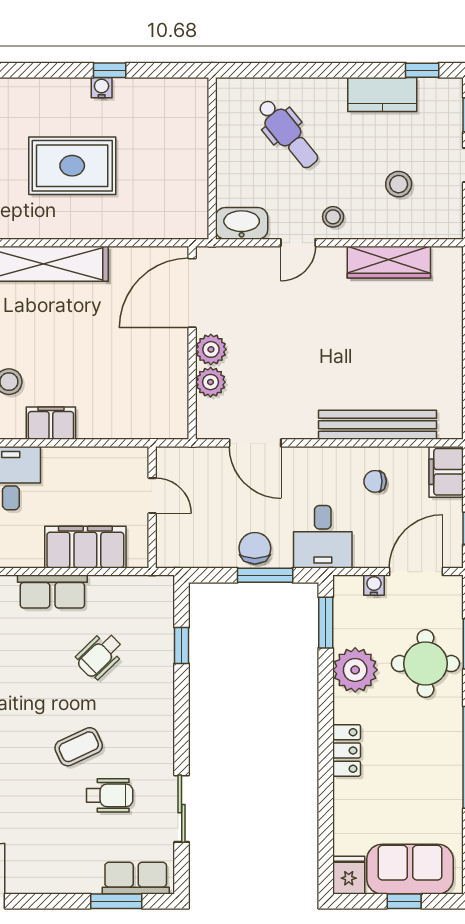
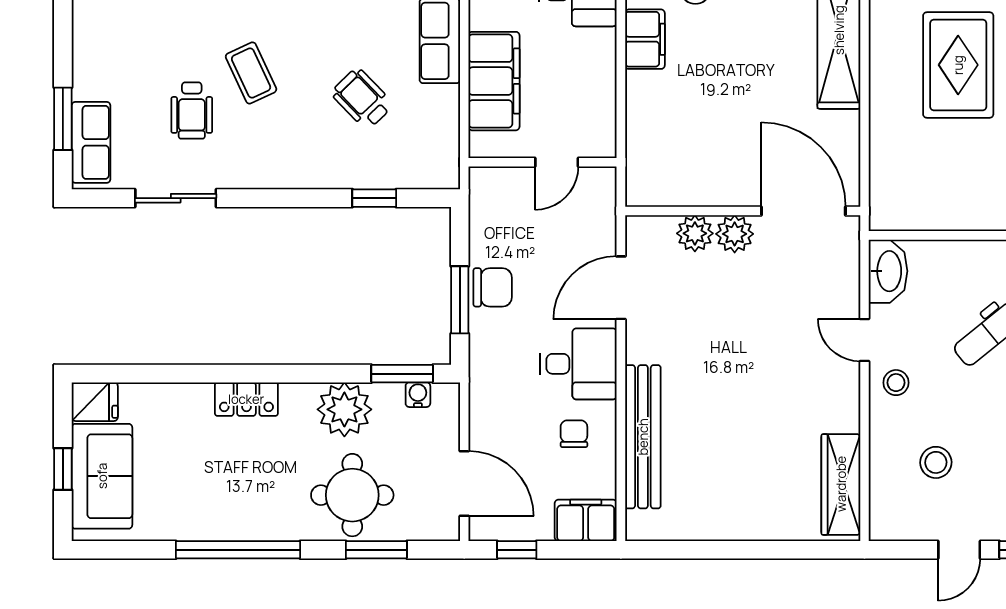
wardrobe: (389, 262) -> (841, 484), moved
desk: (323, 537) -> (578, 364), moved, turned 180
water cooler: (374, 585) -> (418, 395), moved, turned -90

